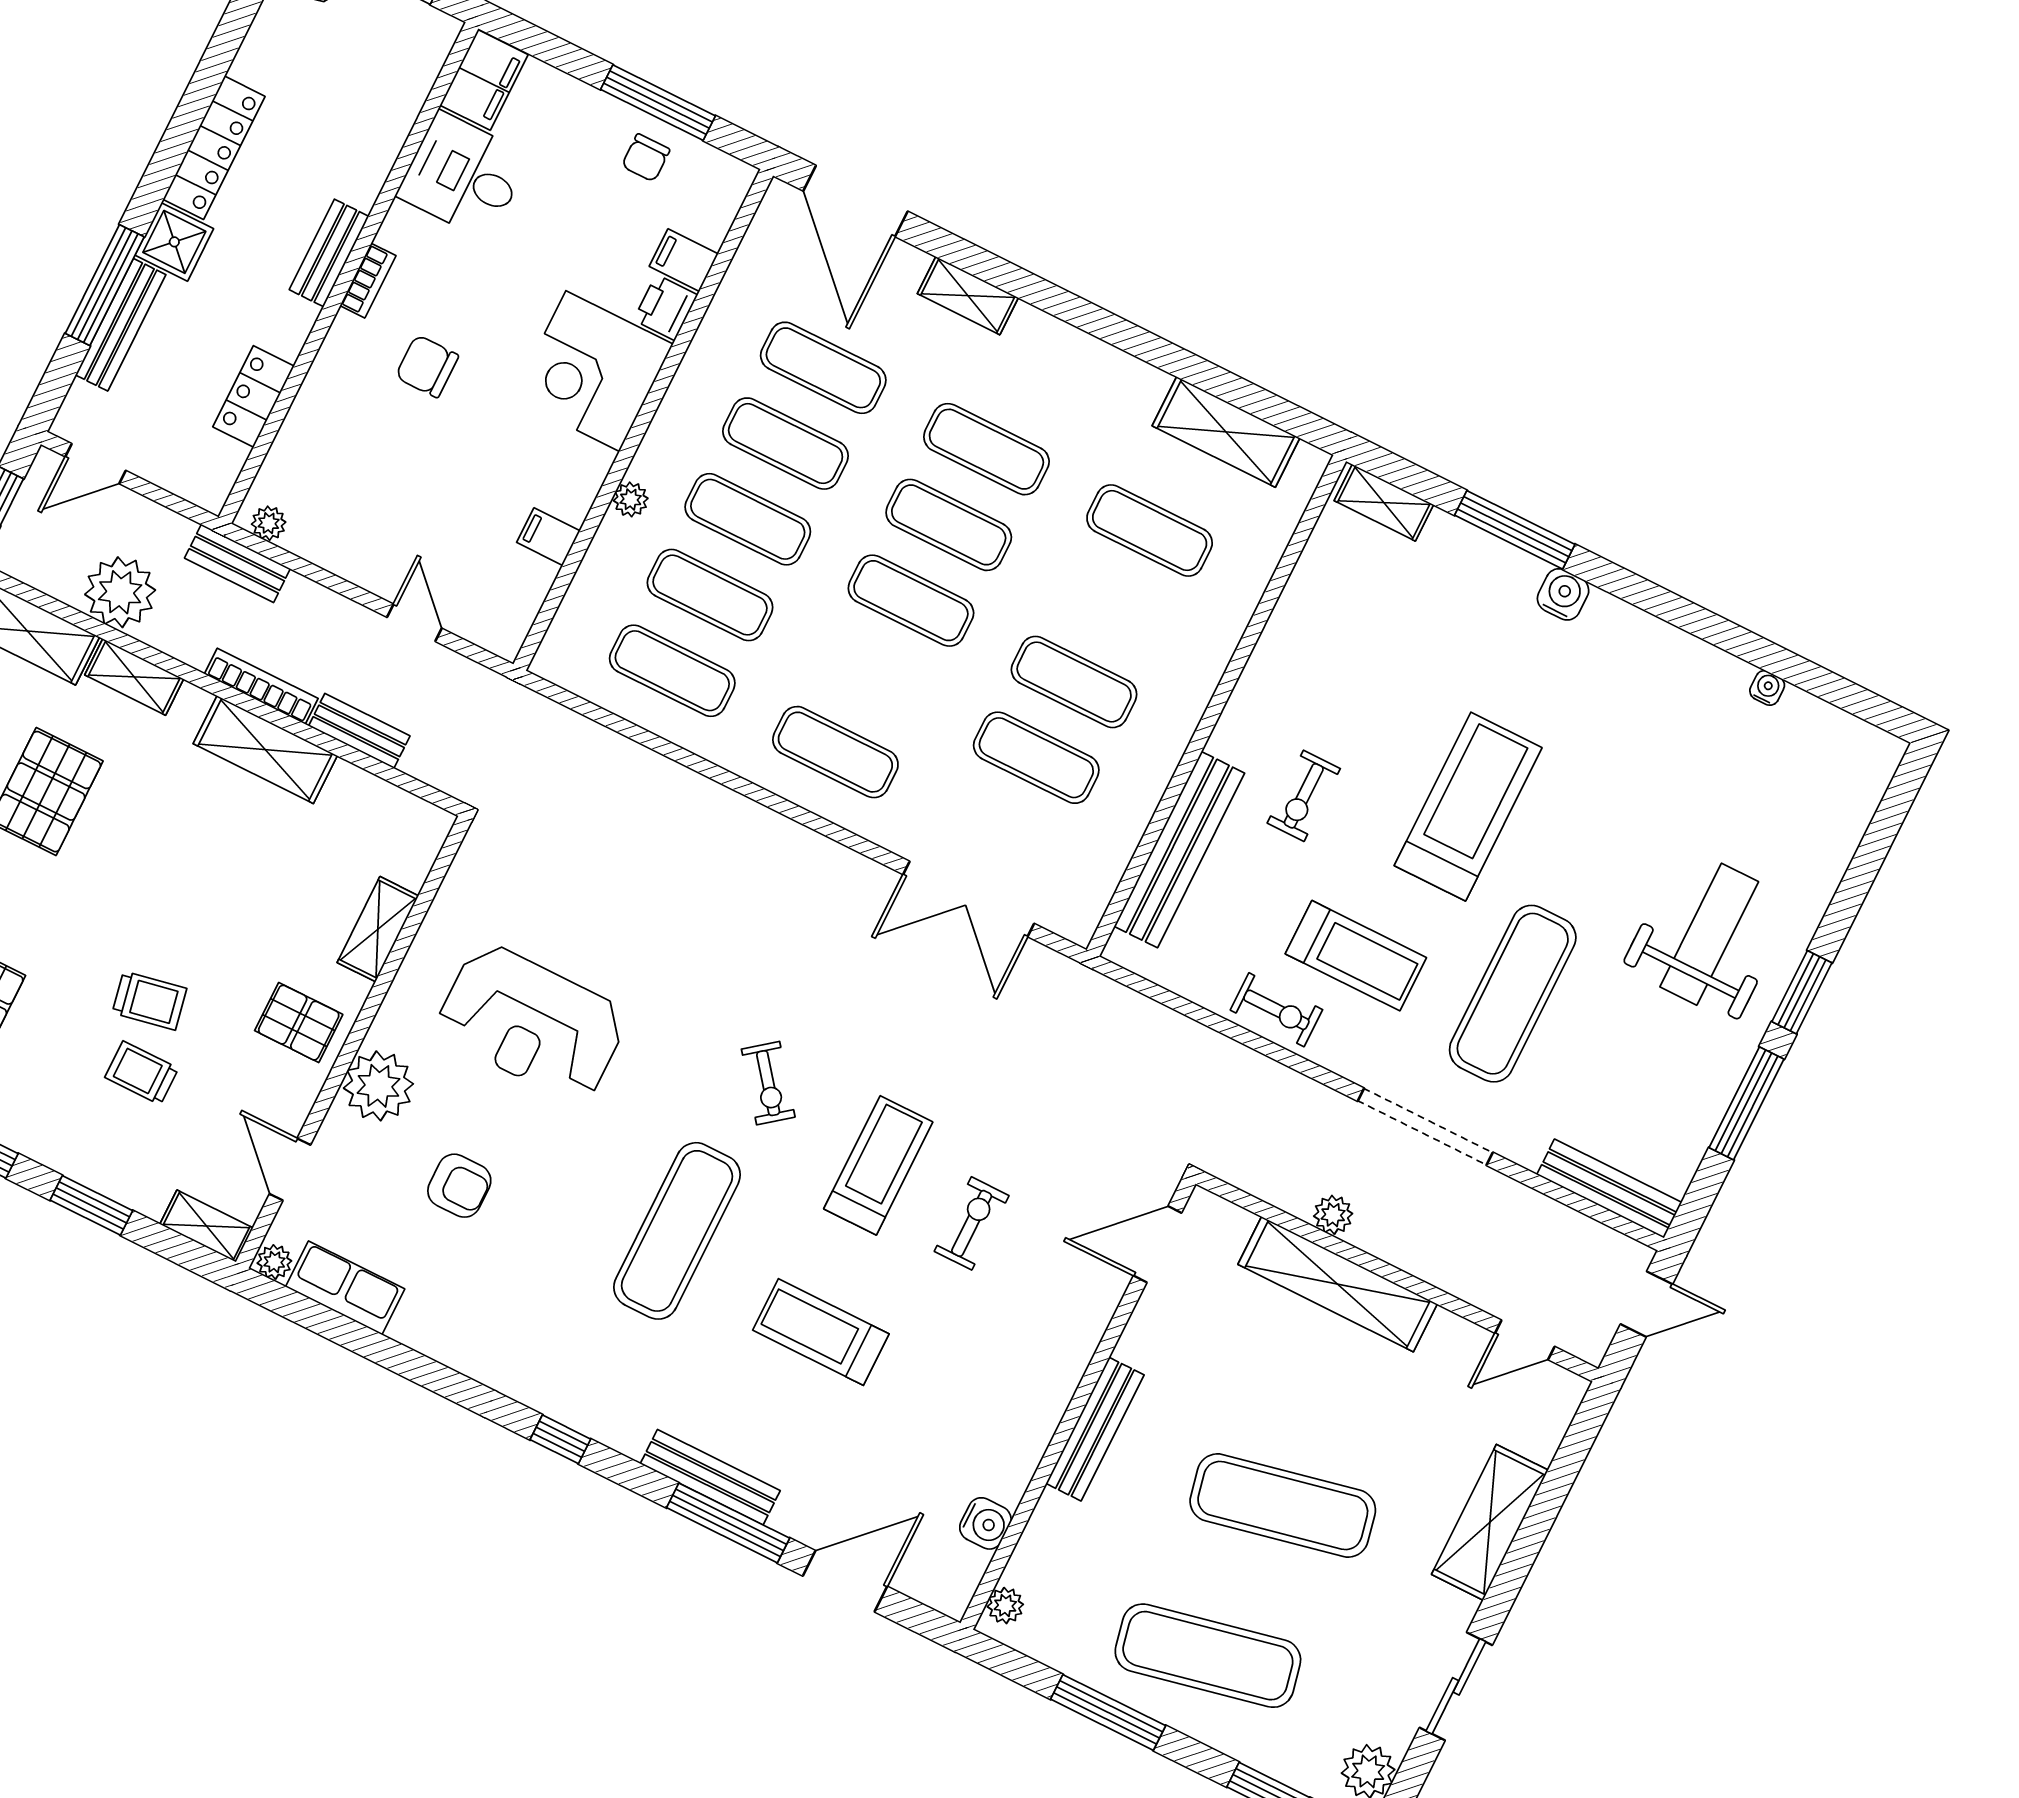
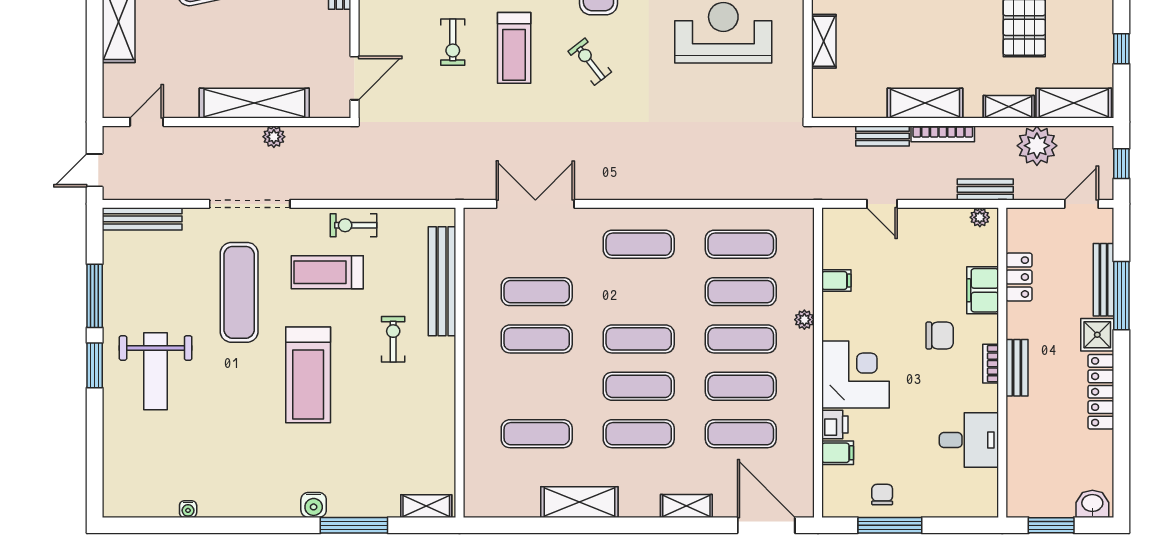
filing cabinet: (484, 80) -> (983, 290), moved
shelving: (1226, 432) -> (579, 502), moved

